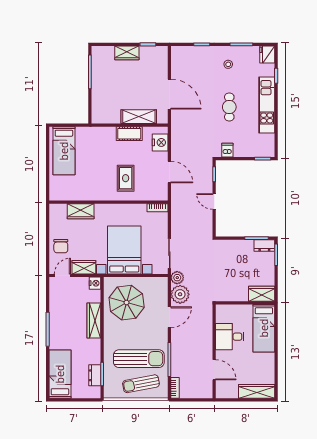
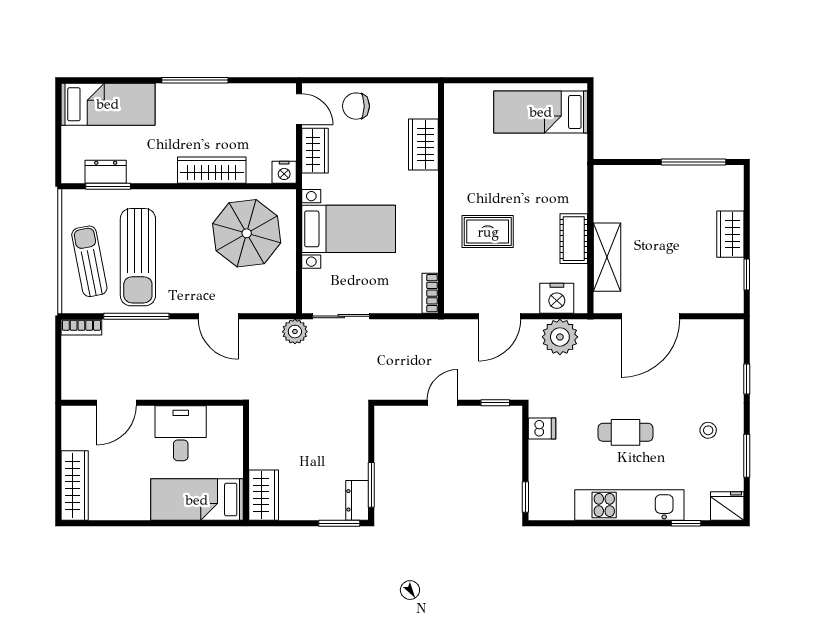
bed with nightstands: (124, 250) -> (349, 229), width x0.73
plant: (180, 294) -> (560, 337), moved

